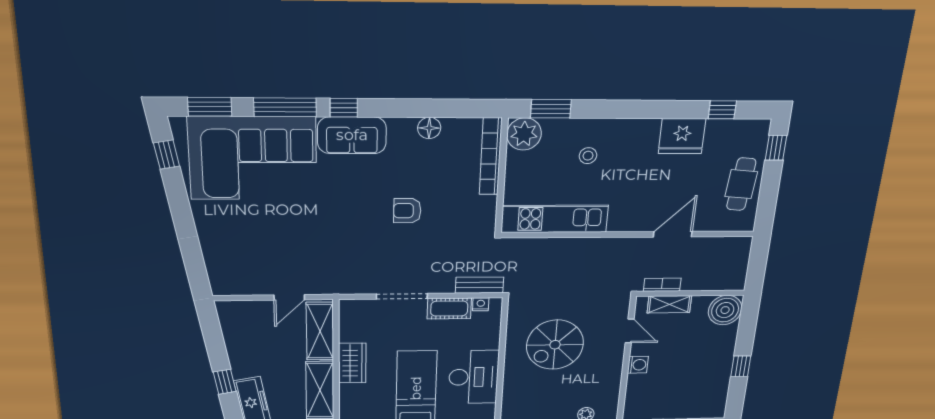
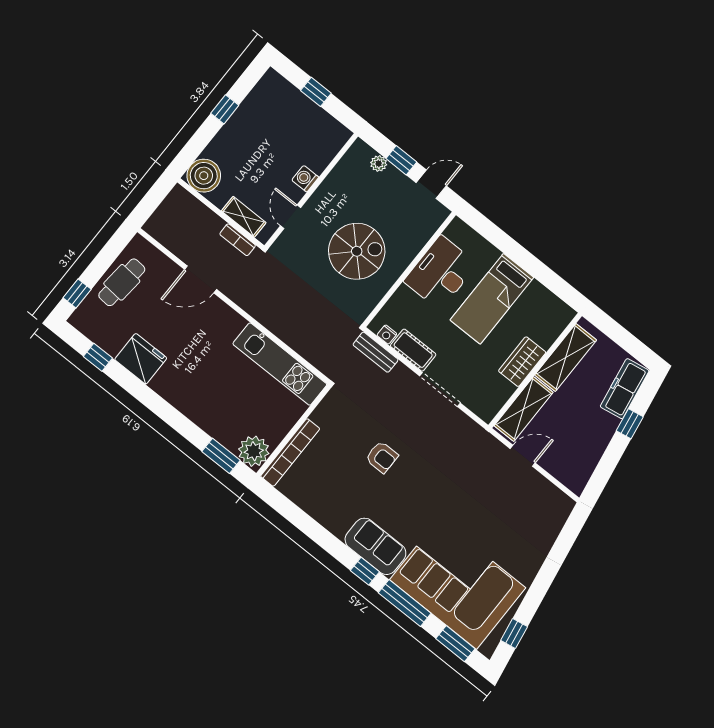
floor lamp: (429, 128) -> (317, 509), removed
stool: (588, 156) -> (220, 397), removed

